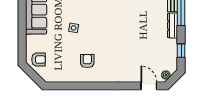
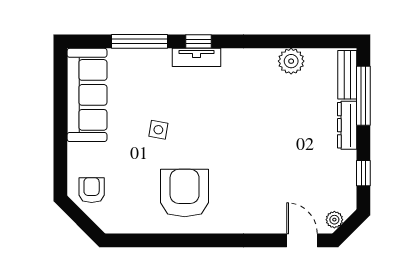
armchair: (38, 60) -> (92, 190), turned -90
armchair: (87, 61) -> (185, 193), width x1.88, depth x1.88

